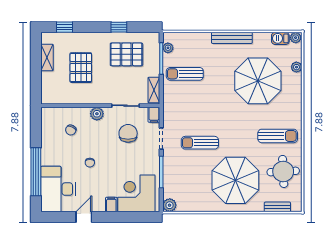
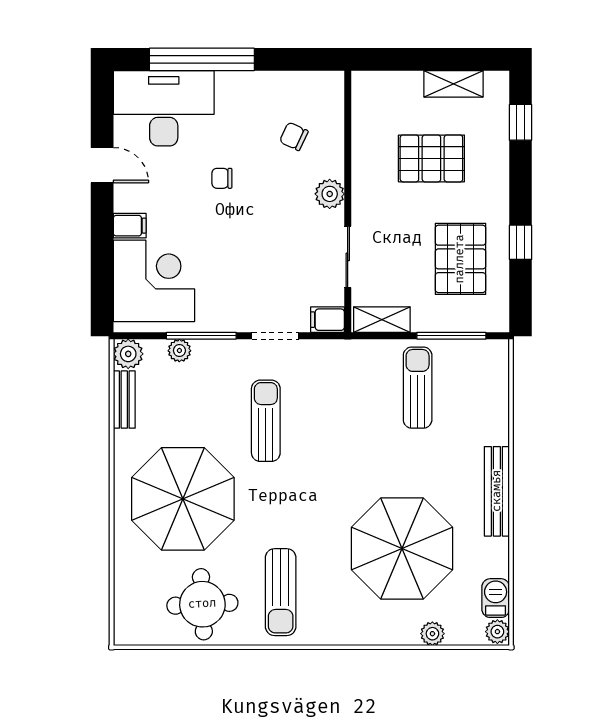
plant: (168, 48) -> (179, 351), moved
chair: (128, 133) -> (286, 263), removed
bench: (277, 207) -> (124, 400), moved

